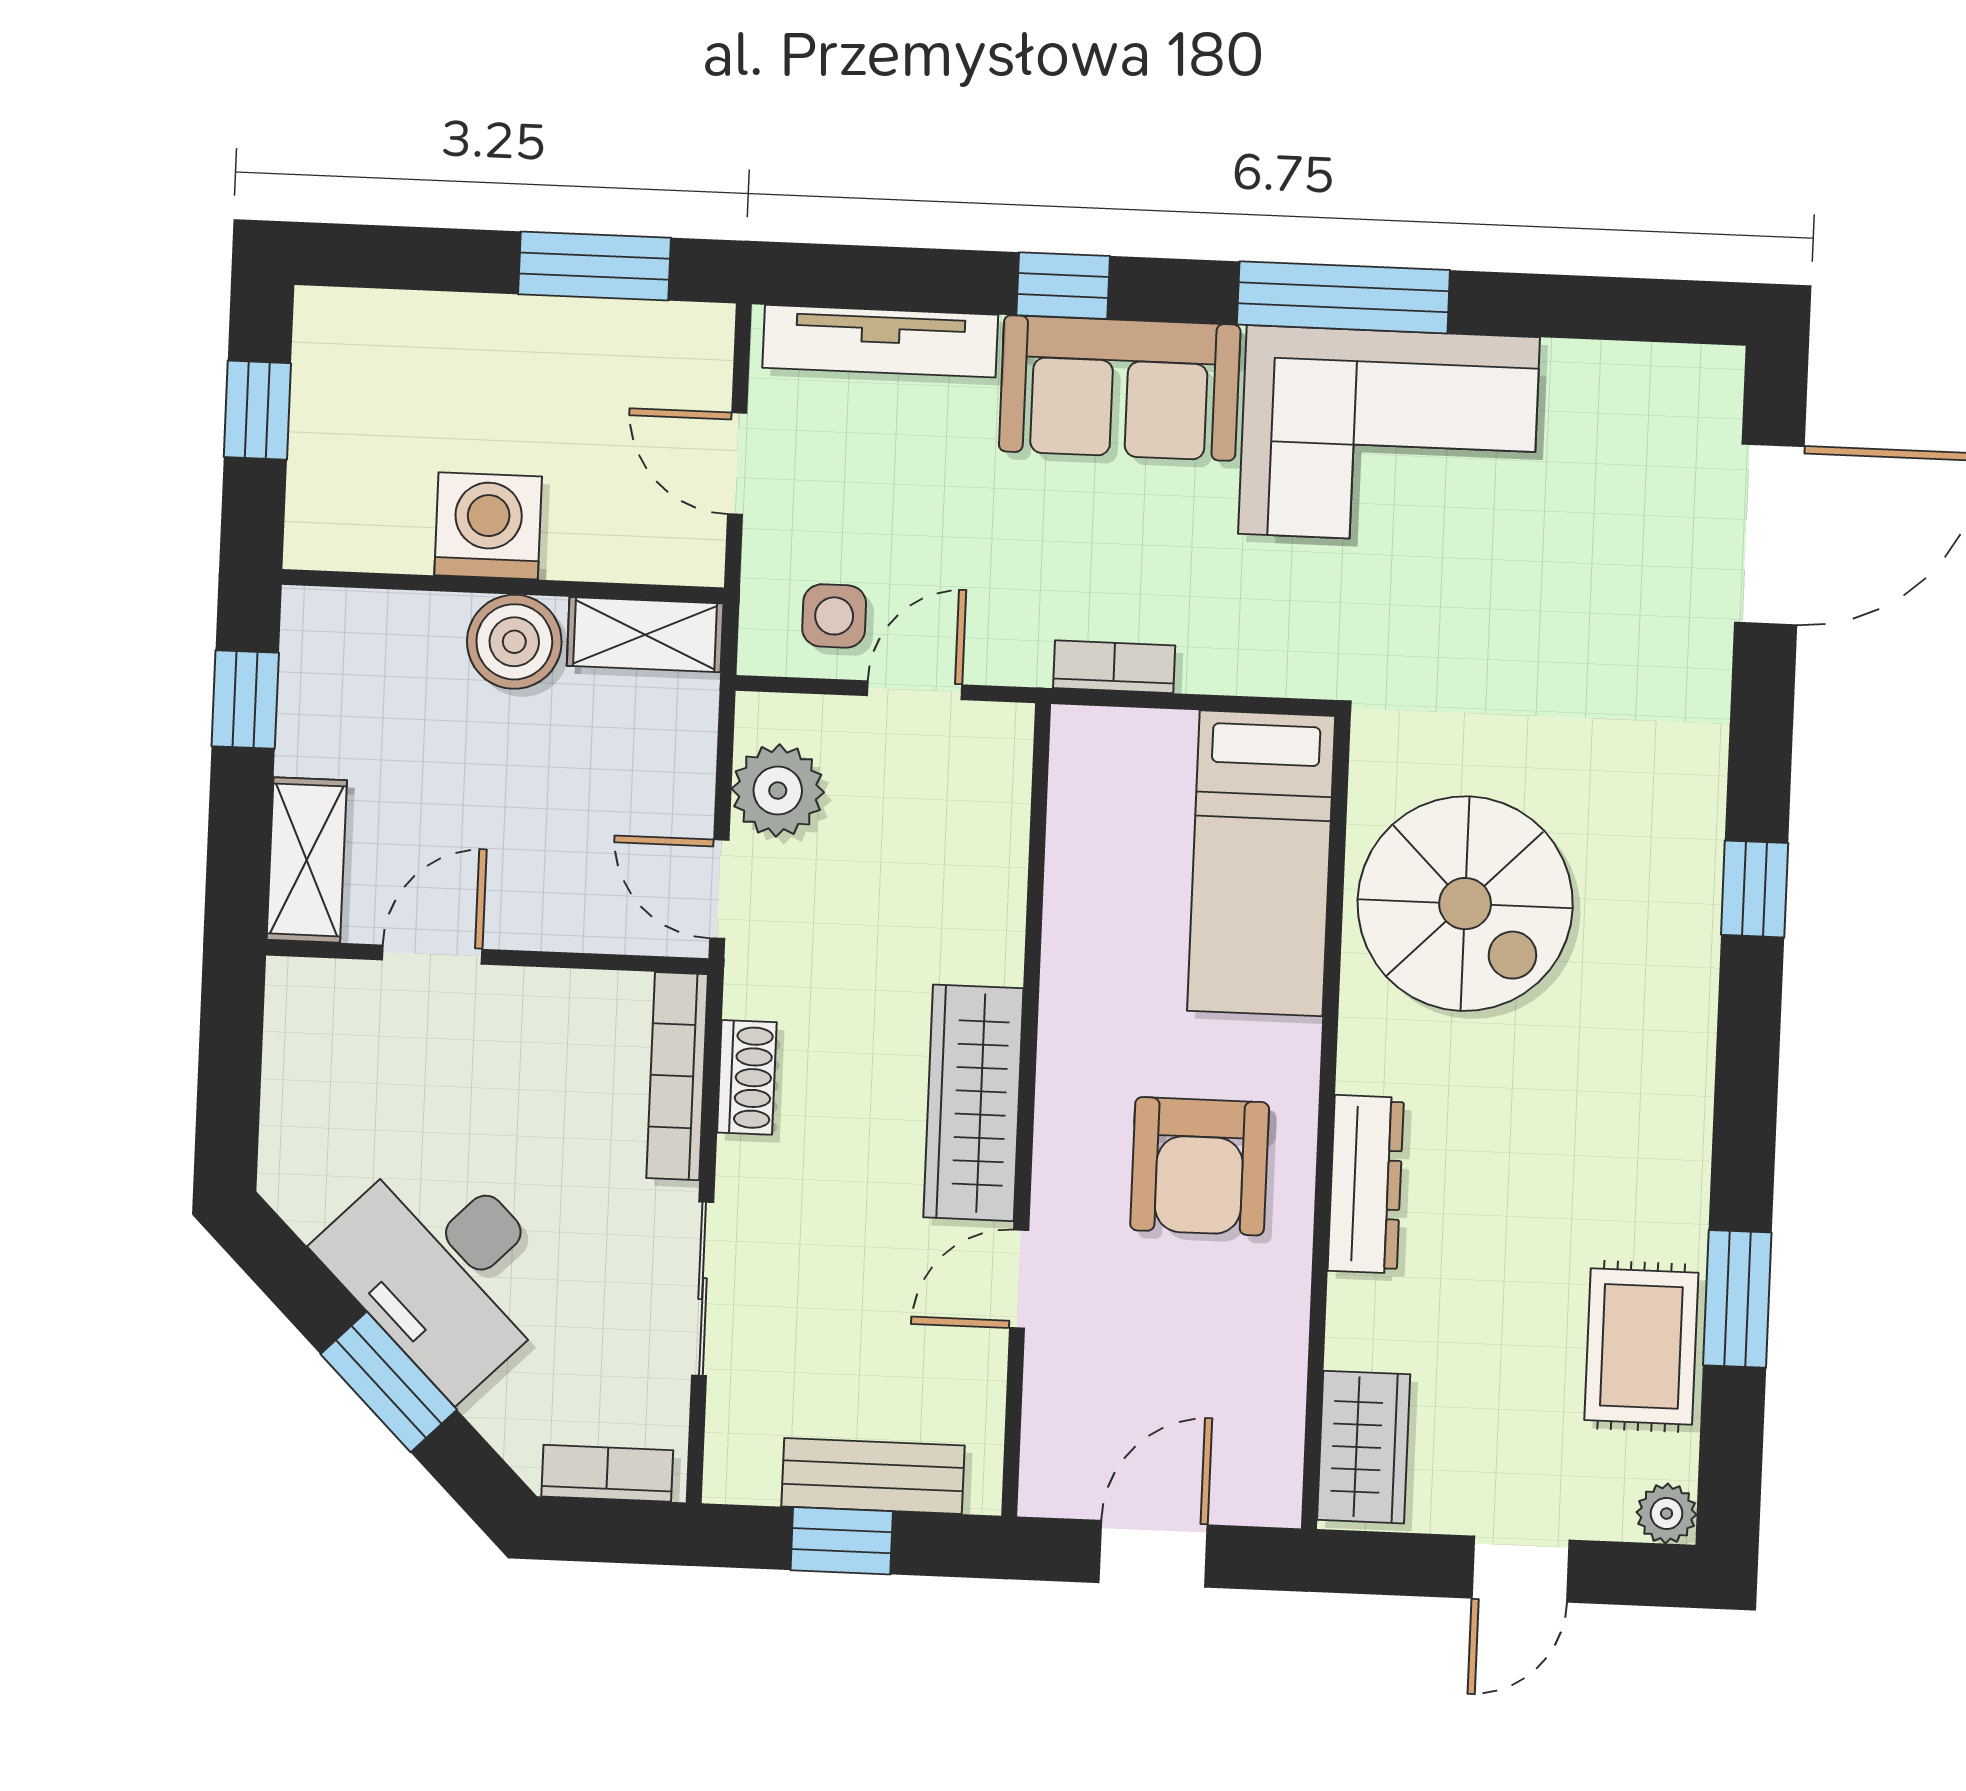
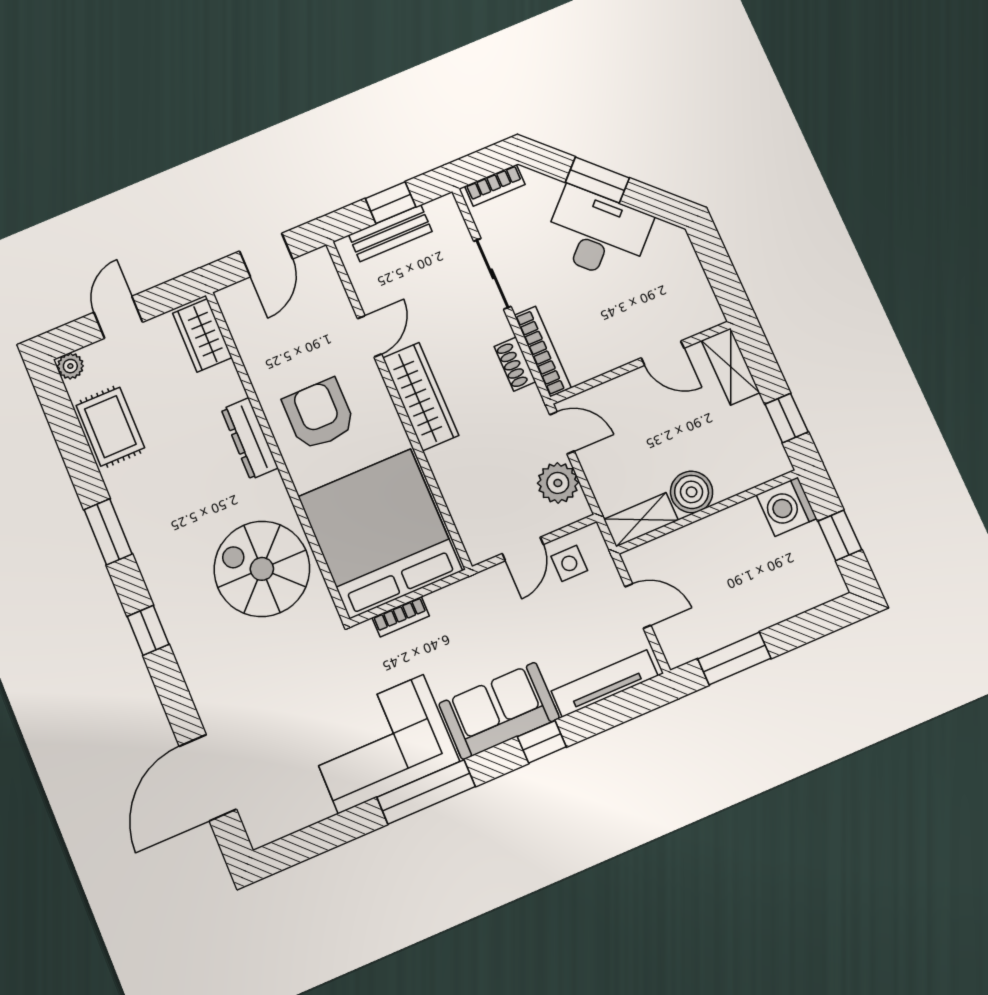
washing machine: (488, 526) -> (787, 507), moved, turned 90
bookcase: (1114, 667) -> (401, 617), moved
bed: (1261, 863) -> (380, 534), width x2.04
door: (432, 955) -> (663, 353), hinge flipped
window: (1737, 1299) -> (108, 532), moved

